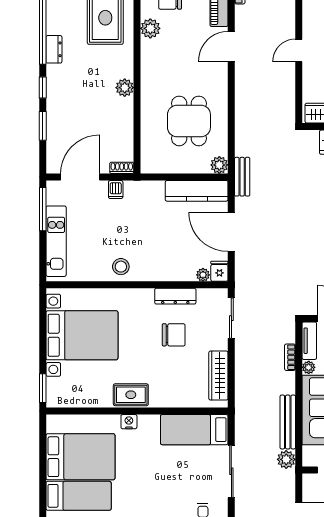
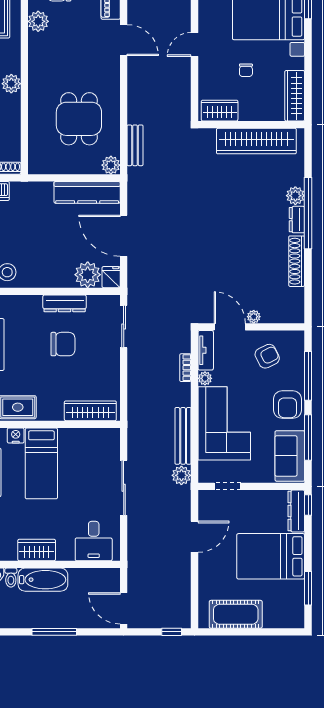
door: (231, 46) -> (124, 40), swing flipped
bench: (242, 177) -> (135, 145), moved
plant: (203, 275) -> (88, 275), width x1.87, depth x1.87
wardrobe: (218, 376) -> (90, 411), moved, turned 90
bed: (194, 430) -> (41, 463), moved, turned -90

